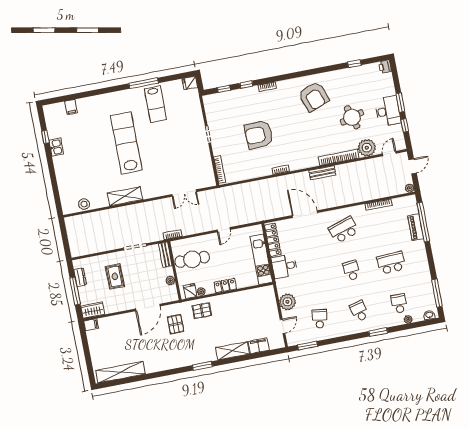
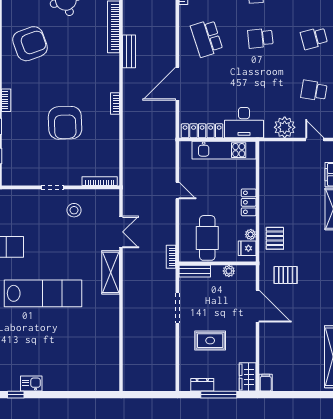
lab bench: (126, 143) -> (43, 293), turned 180
shelving: (125, 196) -> (111, 272), moved
stool: (84, 204) -> (74, 210), moved
desk: (284, 266) -> (244, 123), width x1.37

